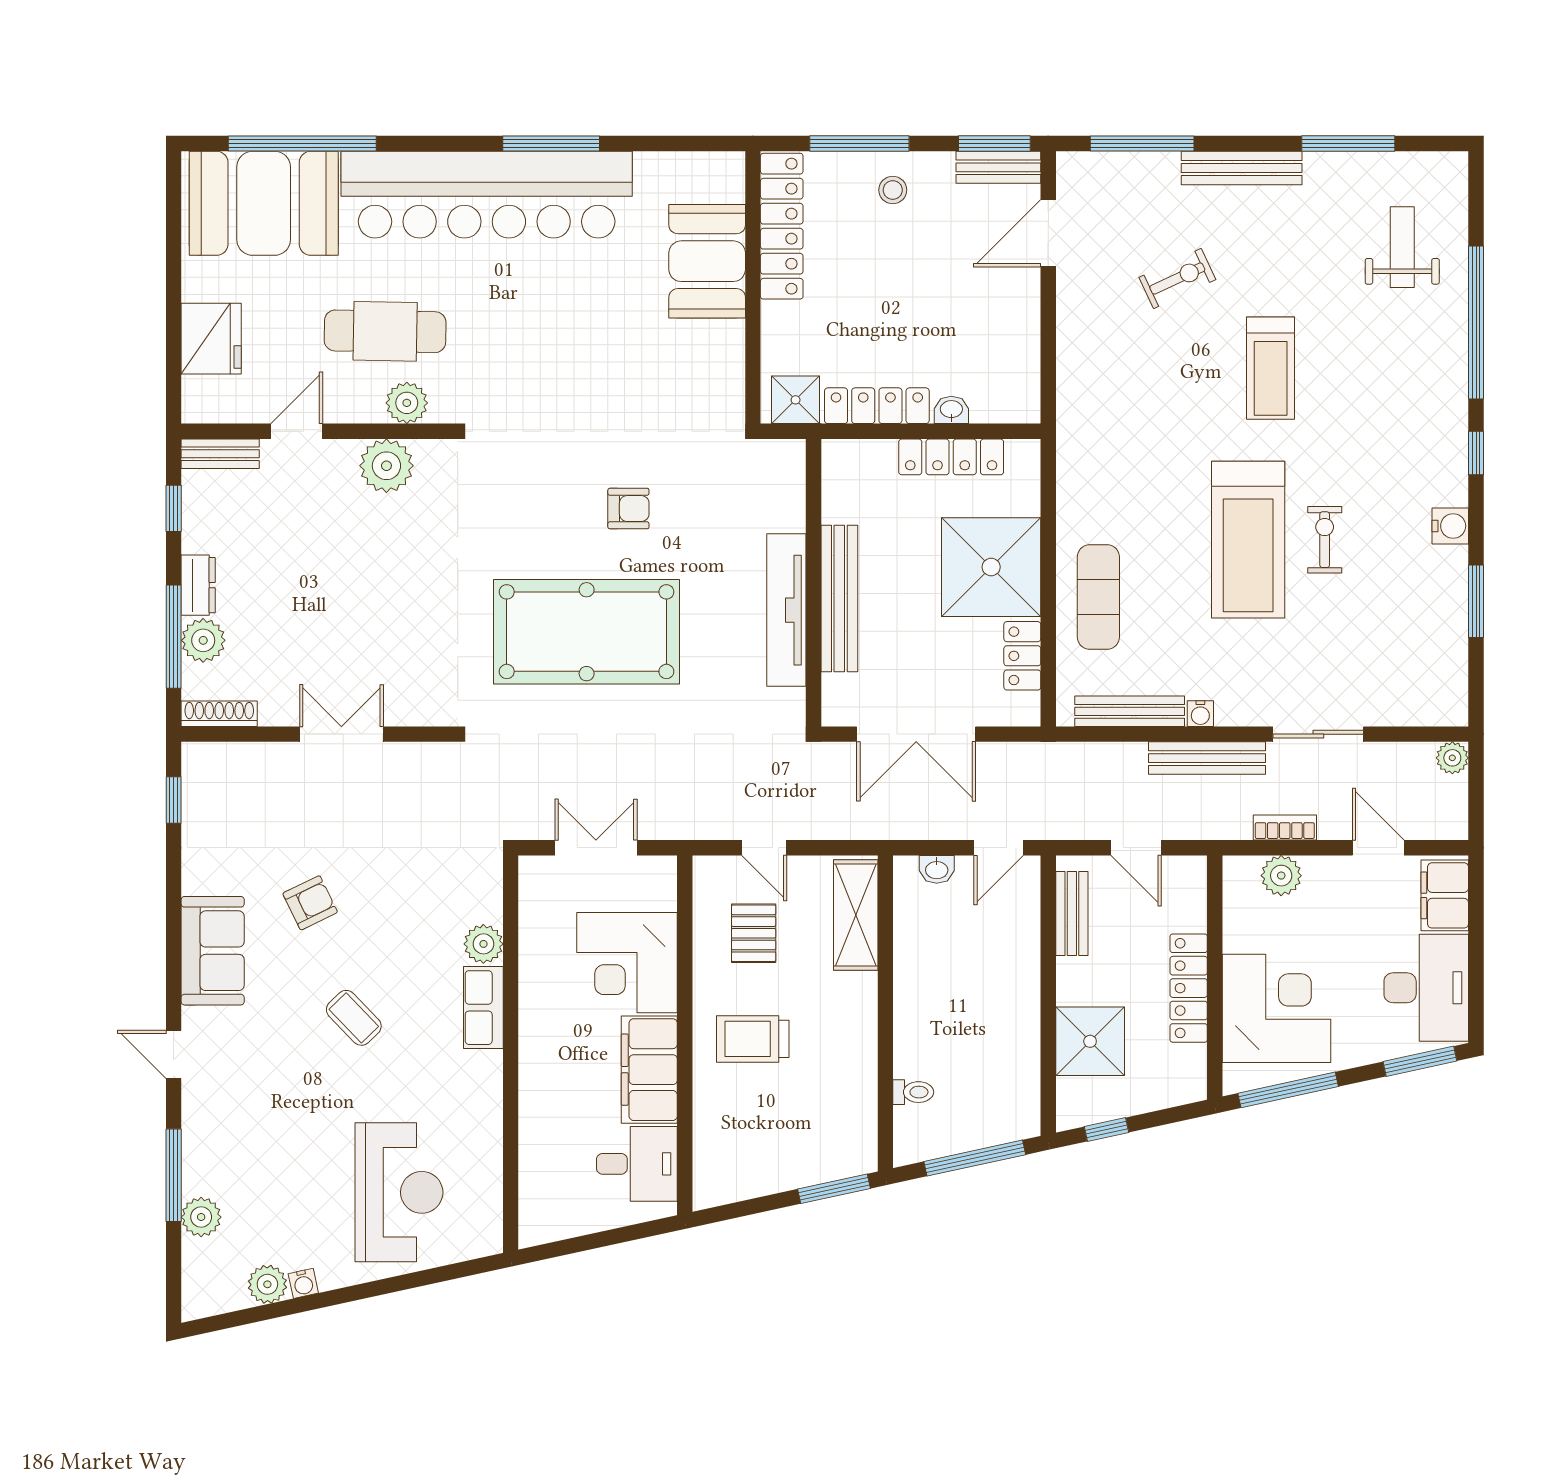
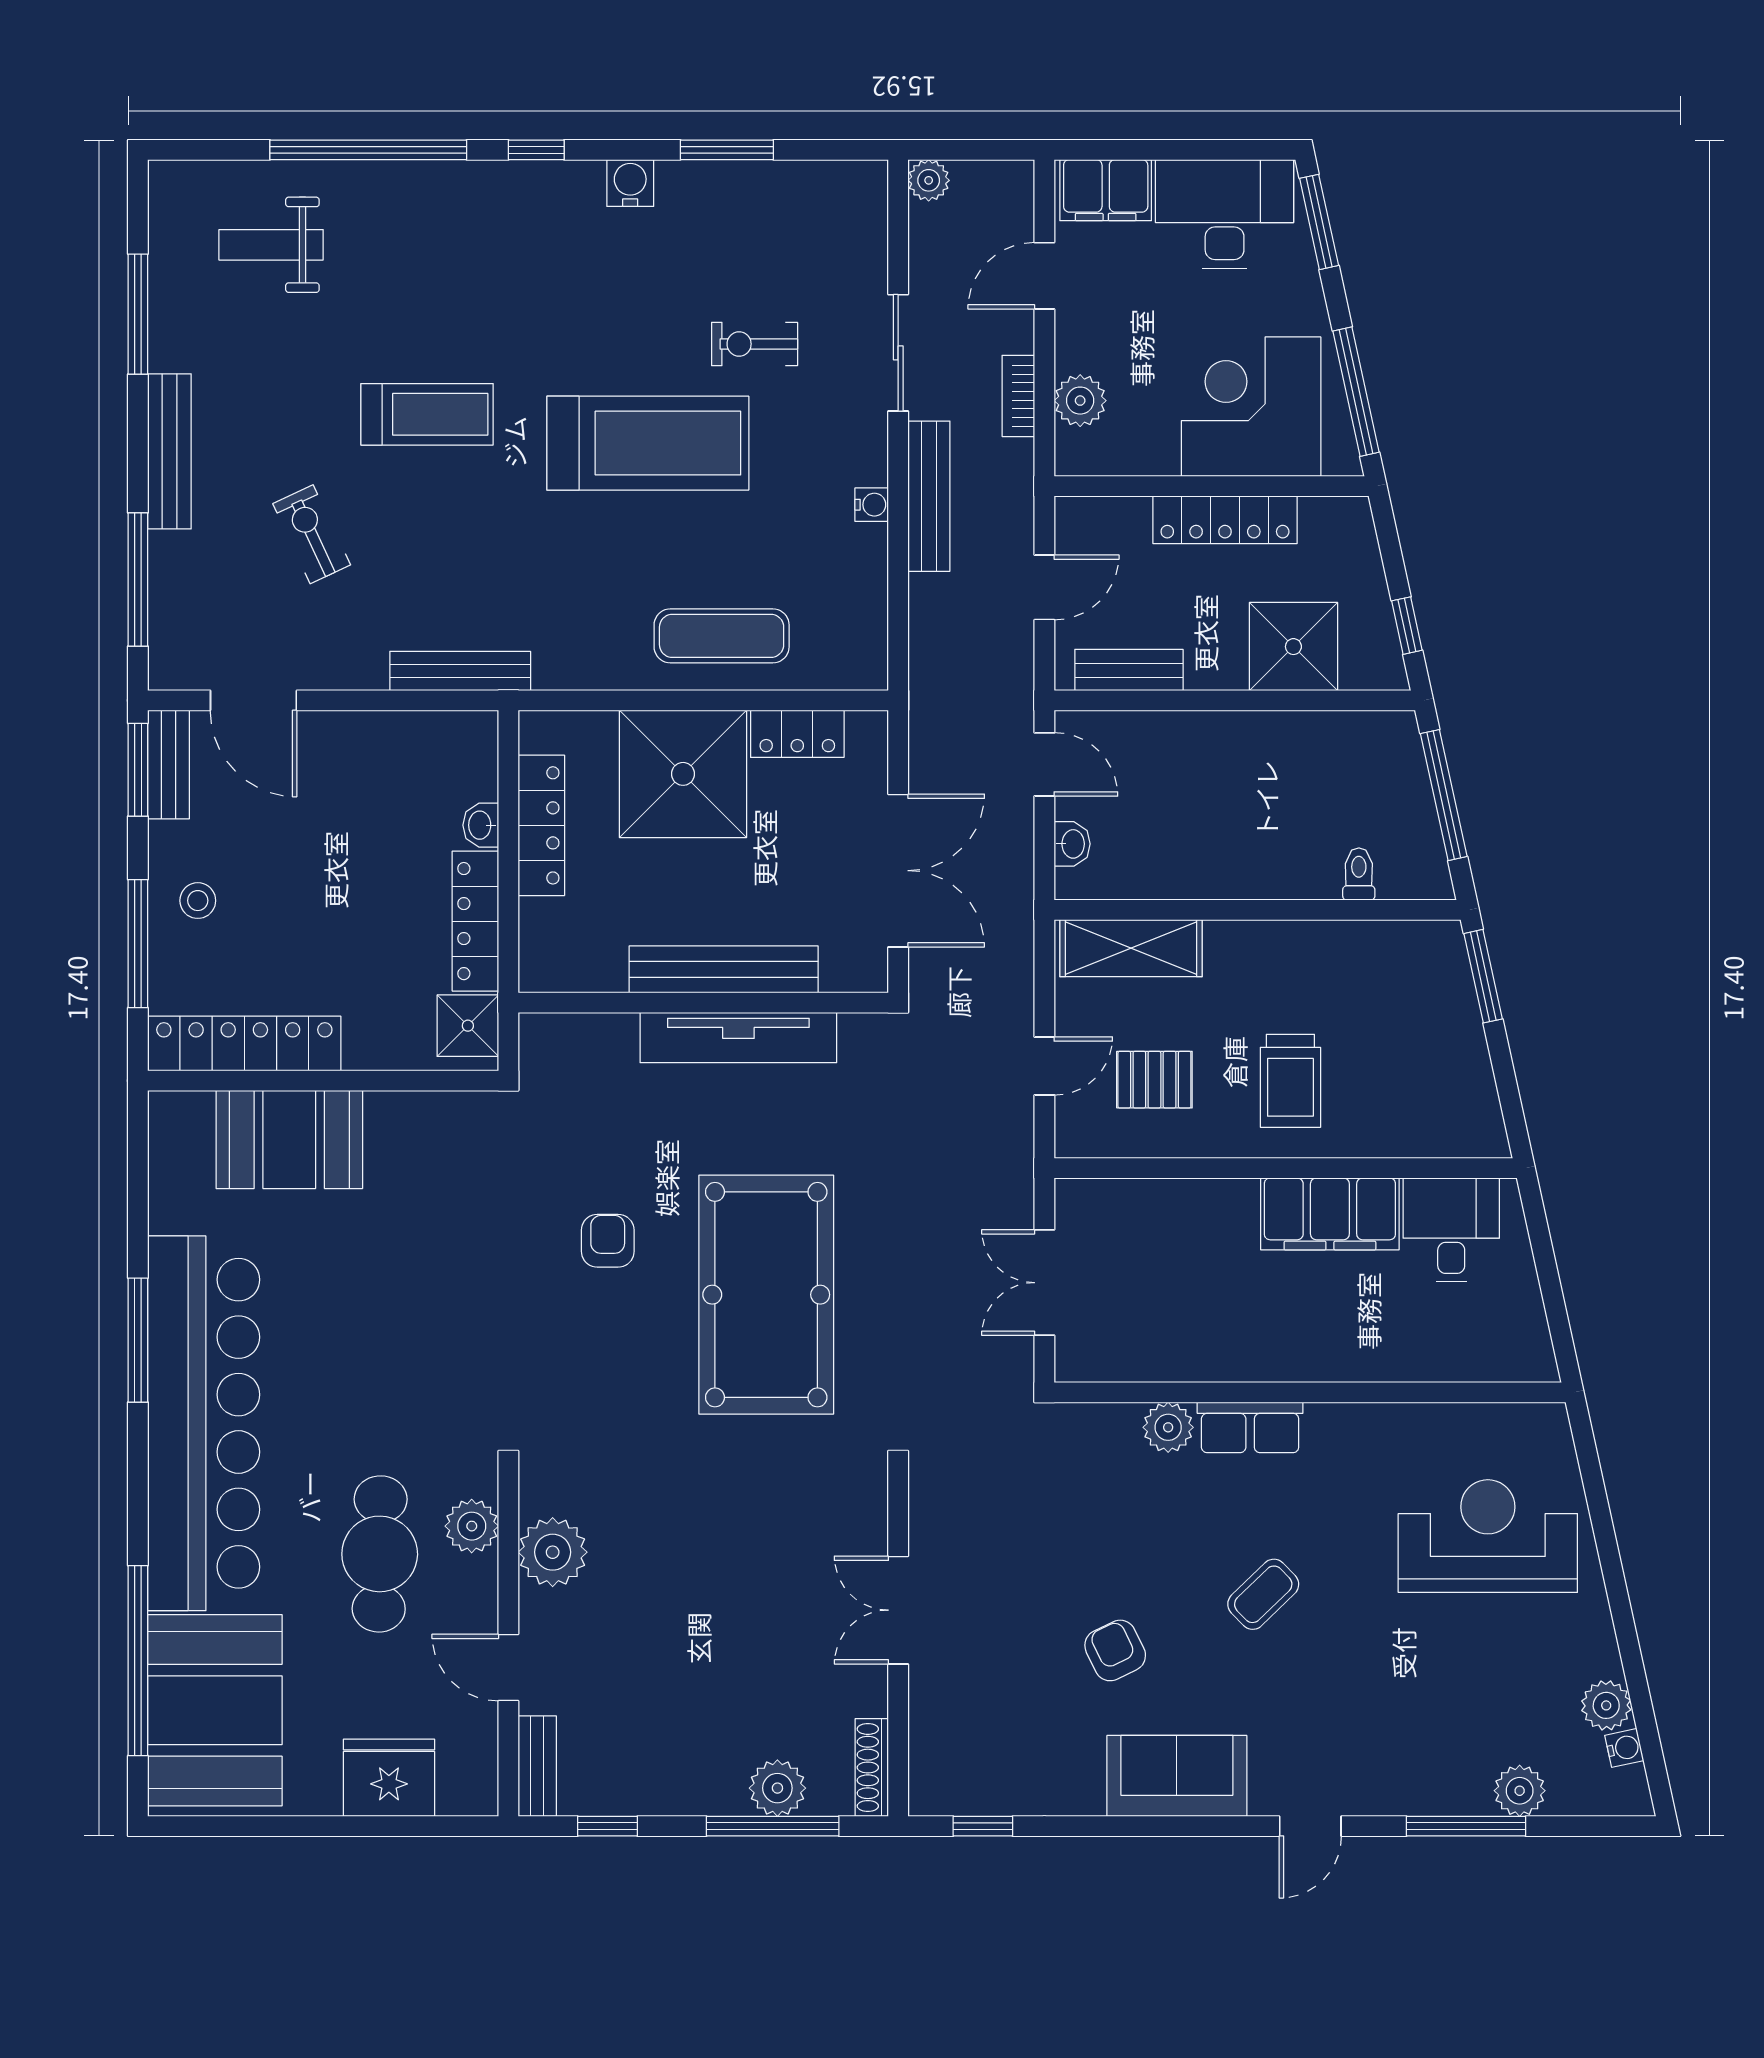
exercise bike: (1325, 540) -> (755, 344), moved
dresser: (198, 585) -> (706, 1794), removed
bench: (1130, 711) -> (460, 671), moved, turned 90
corner desk: (627, 963) -> (1192, 1243), removed
water cooler: (303, 1283) -> (1624, 1748), moved

